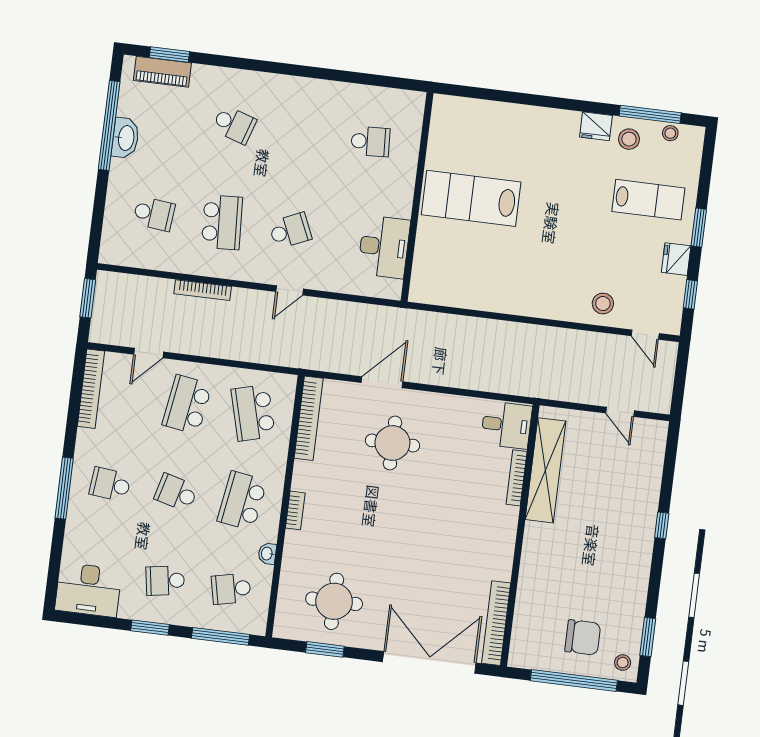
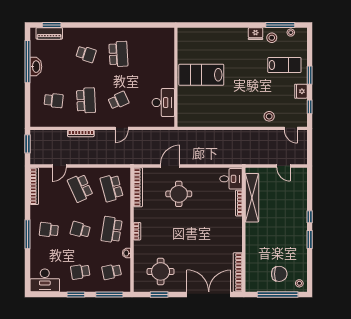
school desk: (370, 142) -> (118, 54), moved, width x1.85
school desk: (187, 405) -> (80, 188), turned -33
window: (648, 637) -> (310, 240), moved

